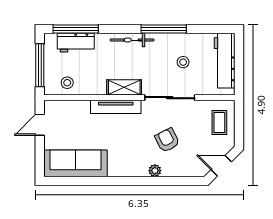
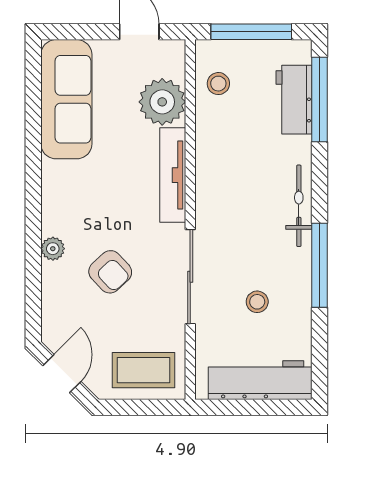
shelving: (124, 87) -> (209, 191), removed
plant: (77, 113) -> (162, 102), added
coffee table: (219, 122) -> (144, 370), width x1.36, depth x1.30
armchair: (167, 140) -> (110, 272), turned 74

